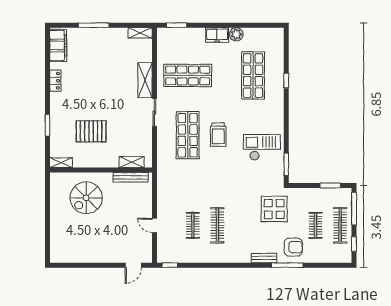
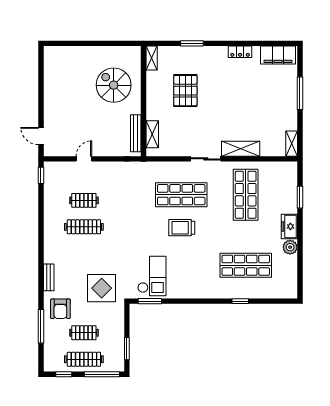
window: (177, 25) -> (300, 197), moved
checkout: (262, 147) -> (152, 276), moved
window: (287, 265) -> (41, 326), moved

